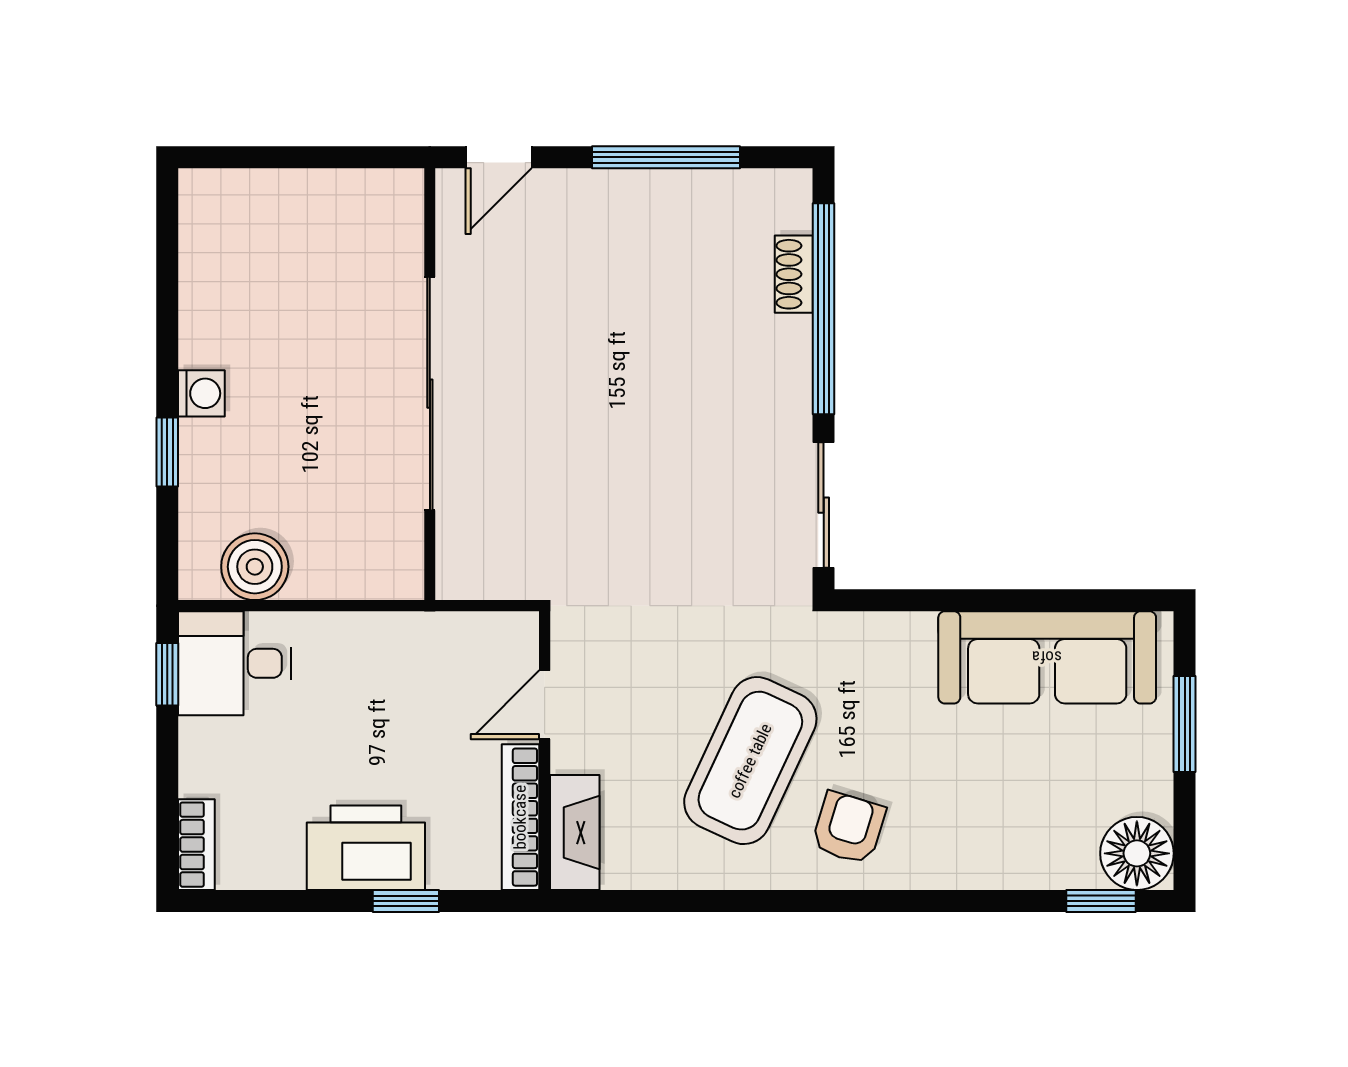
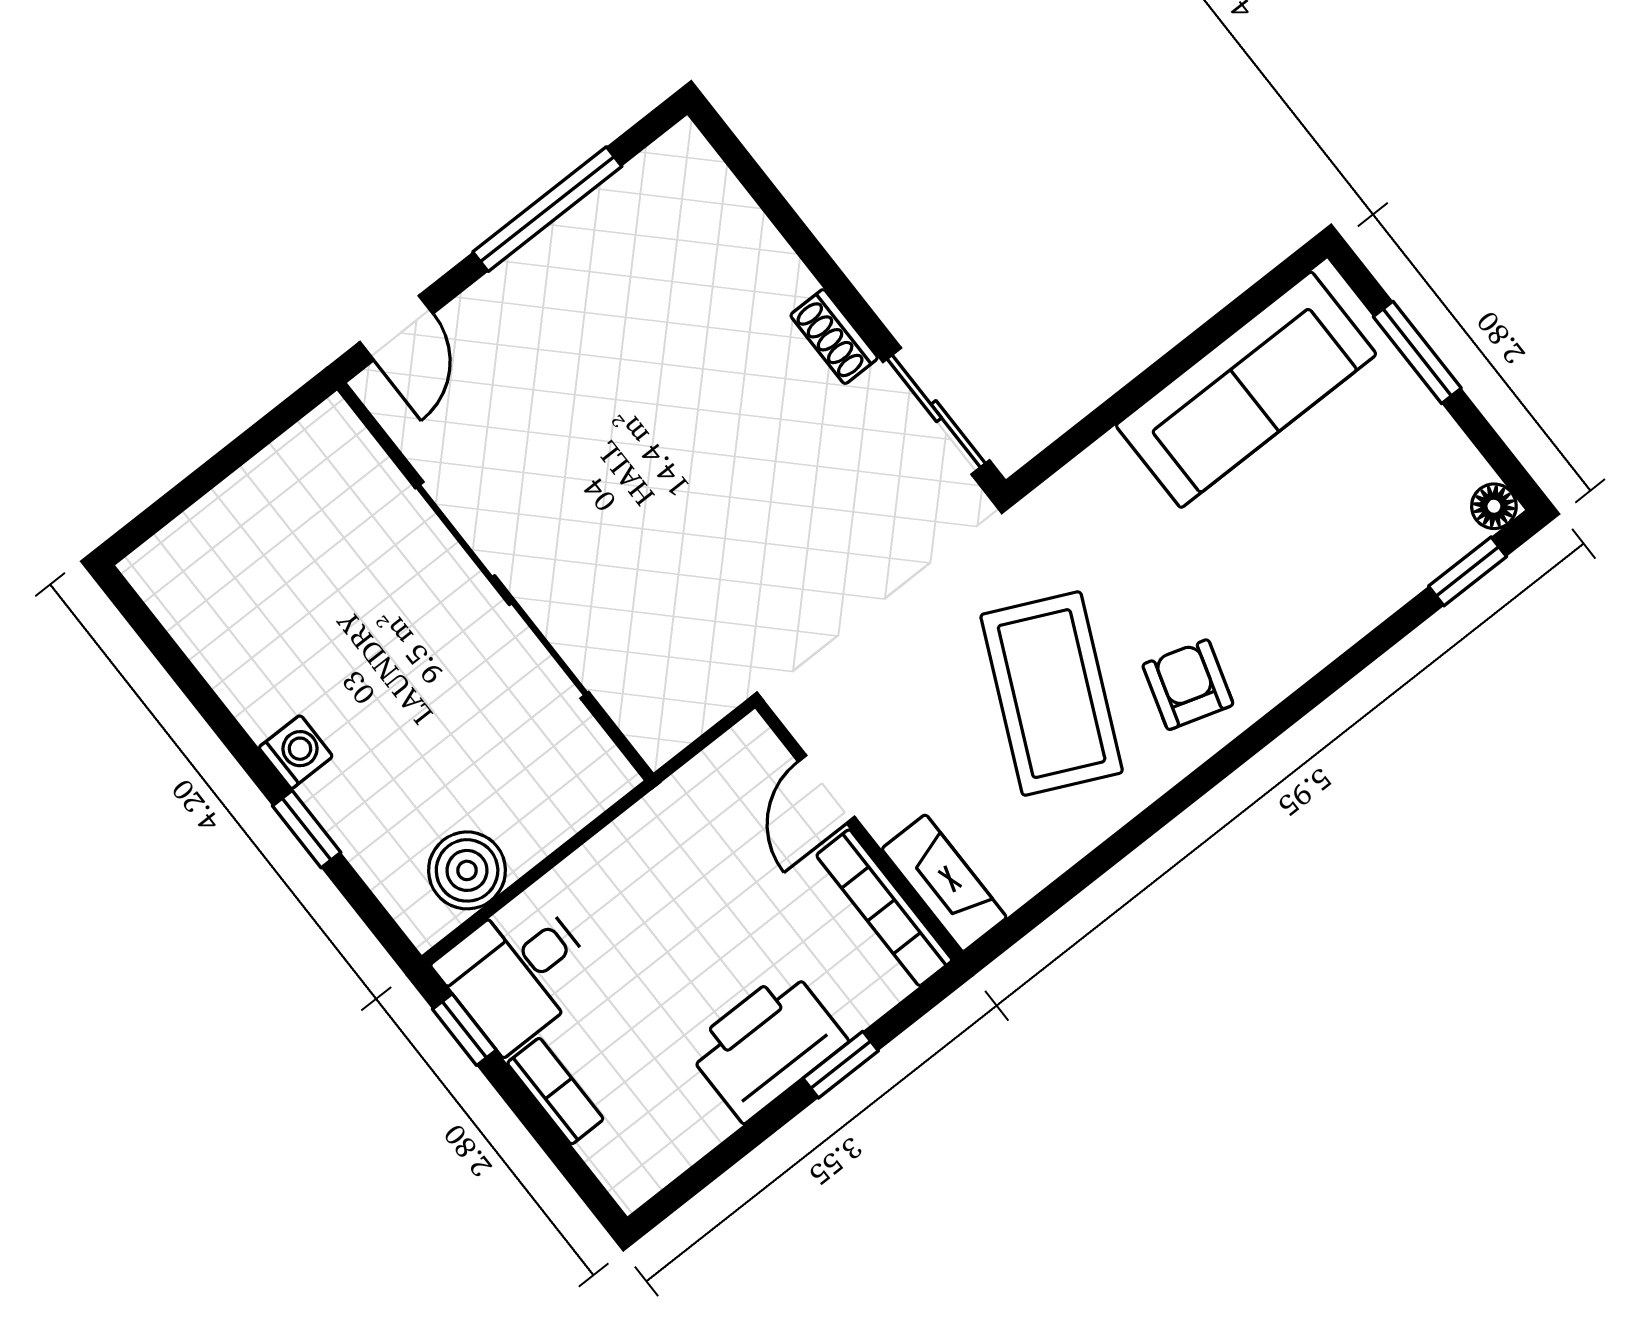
shoe rack: (794, 274) -> (834, 337), moved
window: (824, 309) -> (797, 234), removed
bookcase: (196, 845) -> (555, 1091), moved
floor lamp: (1137, 853) -> (1494, 506), width x0.53, depth x0.53

